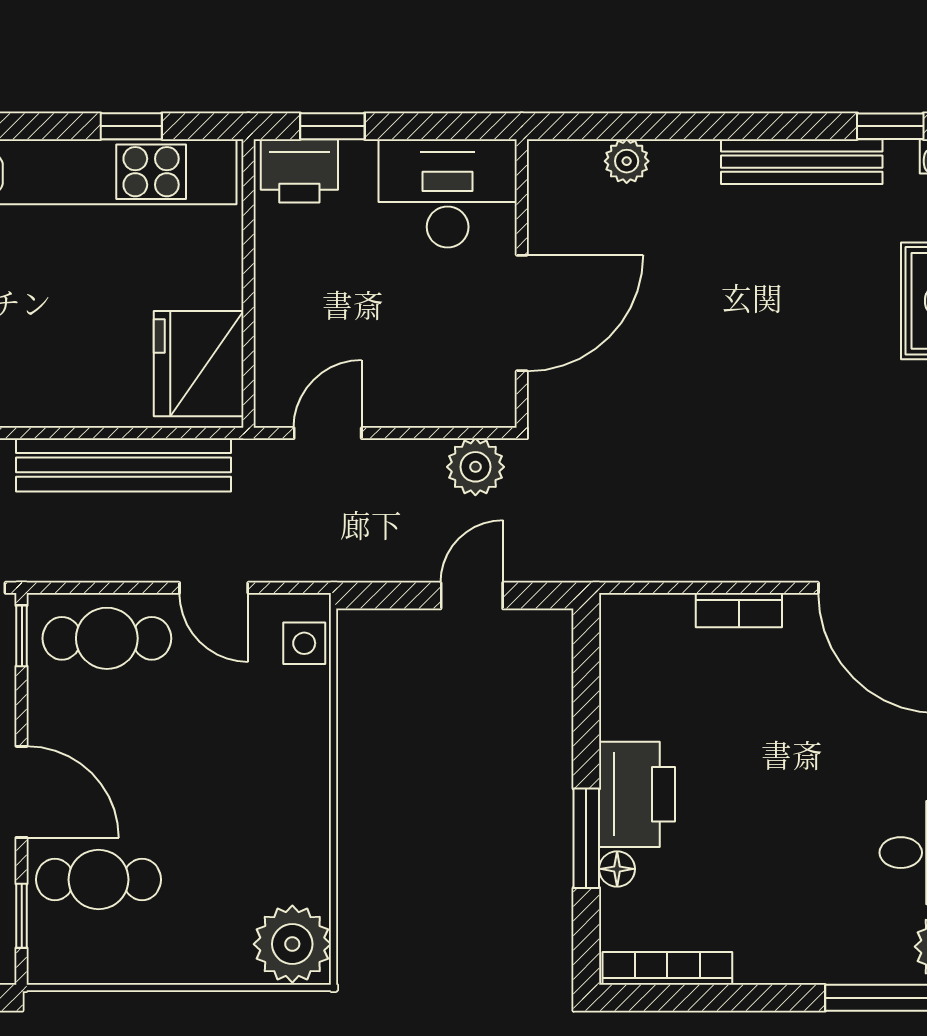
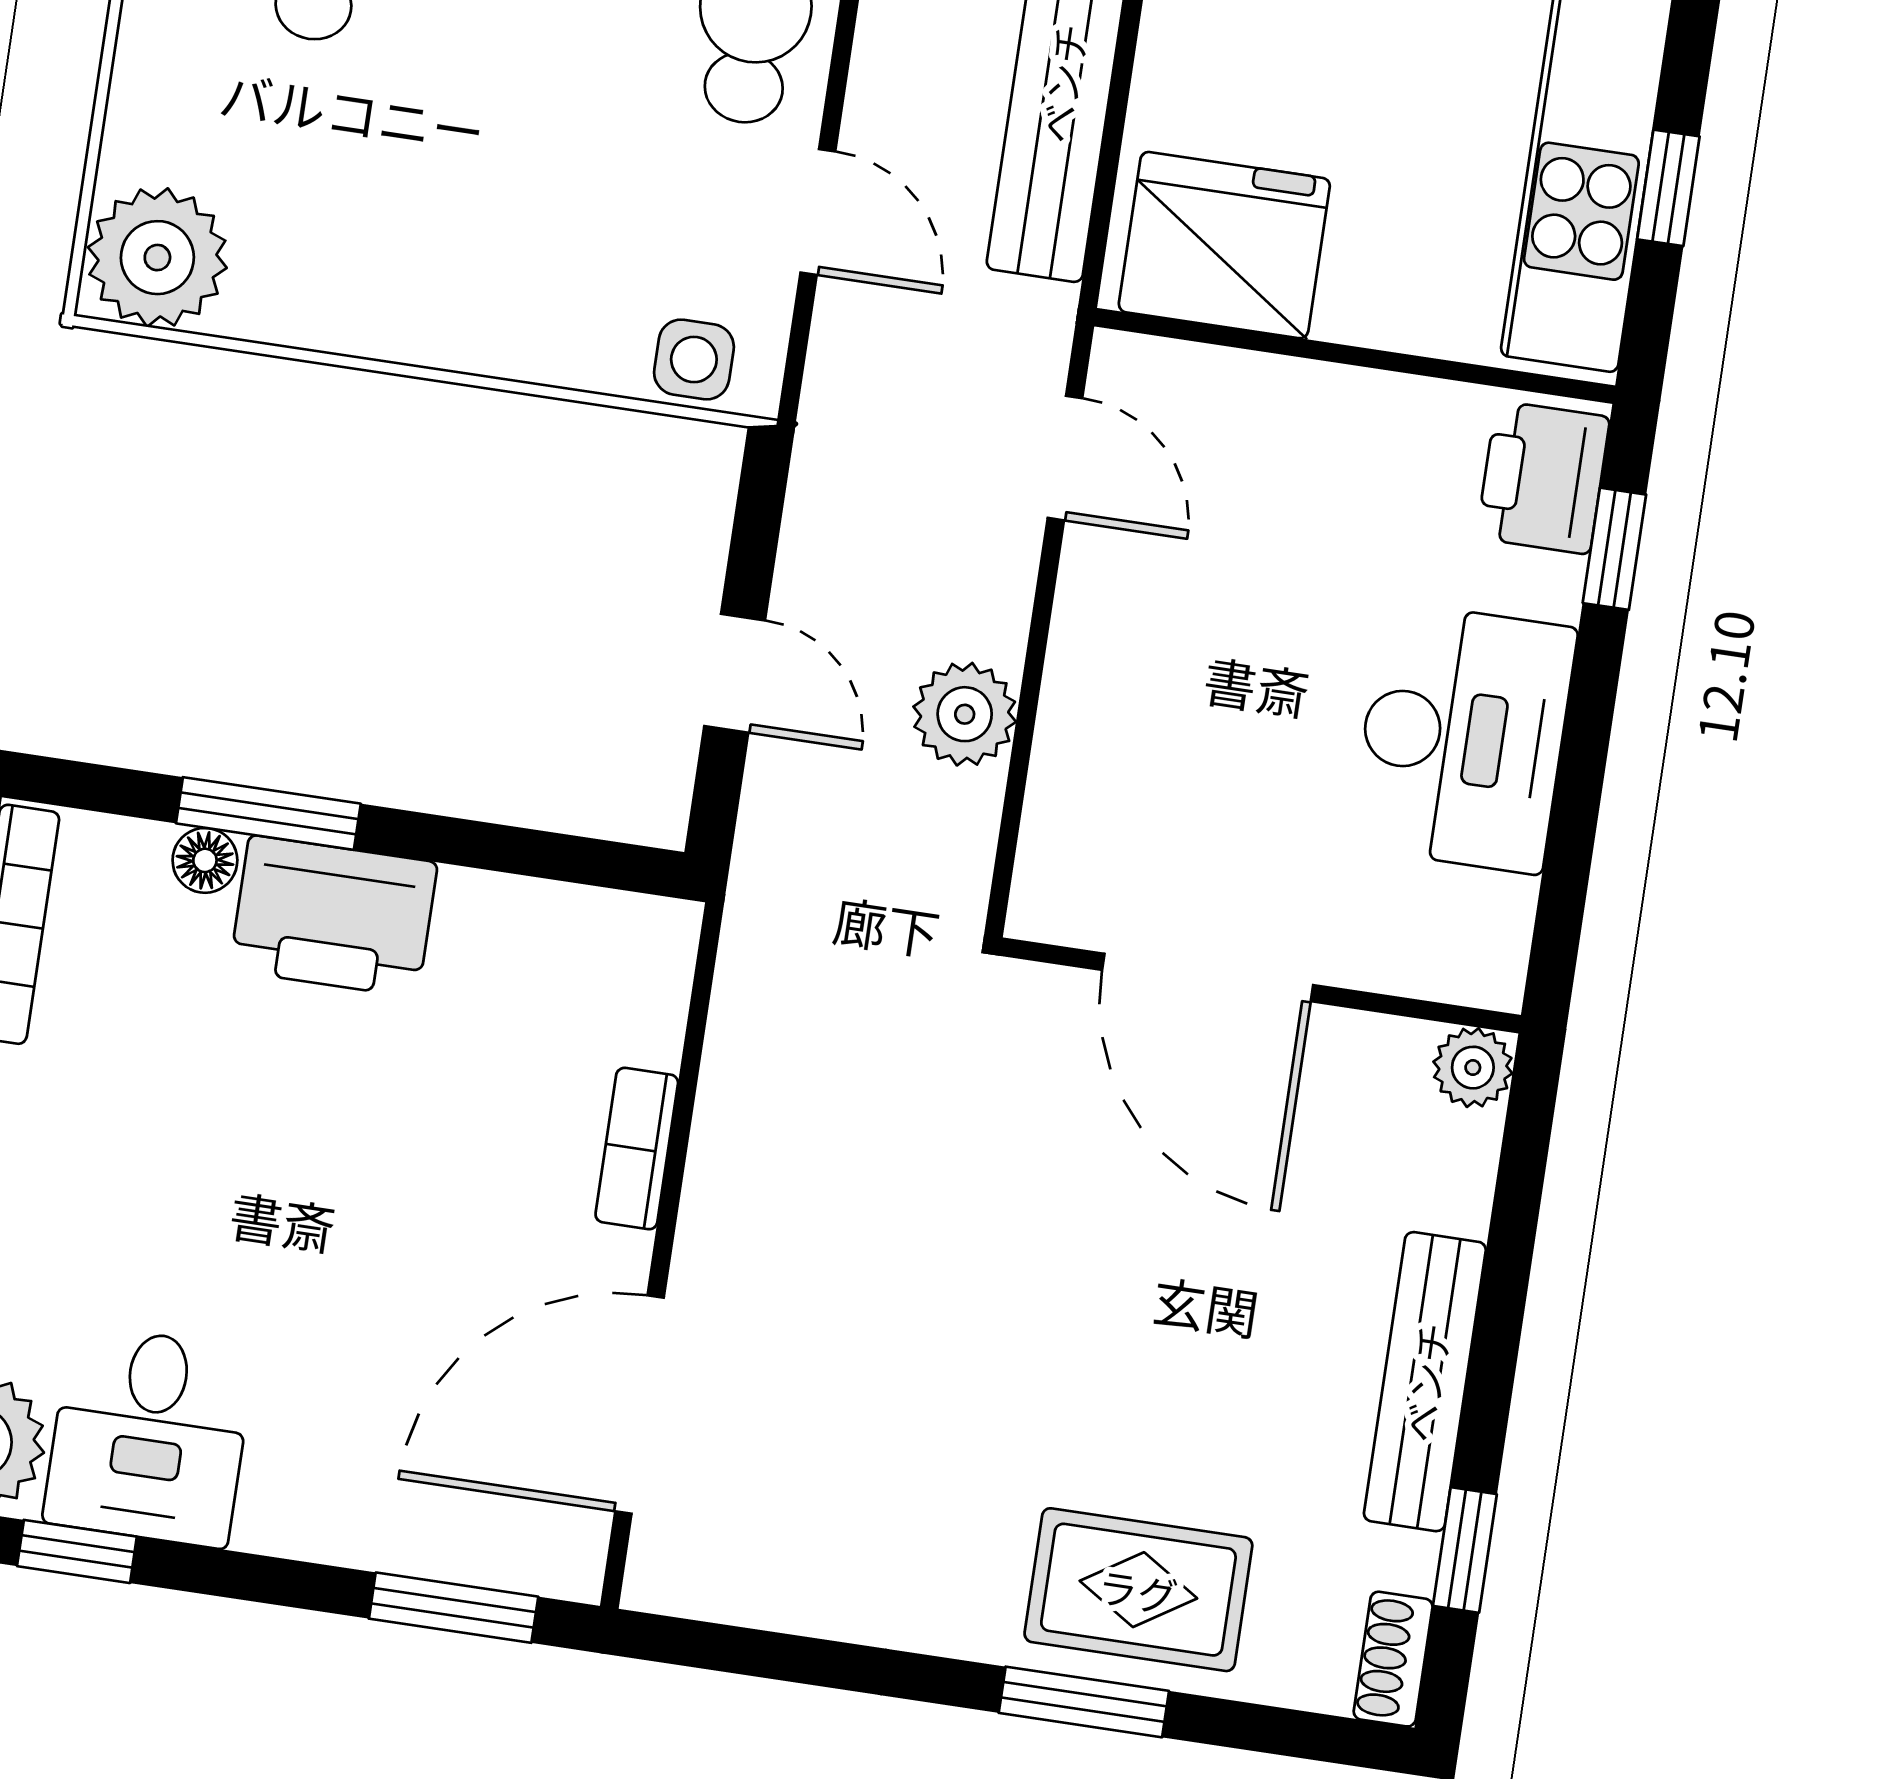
wall: (522, 283) -> (1261, 985), moved
door: (522, 313) -> (1208, 978), moved
door: (214, 588) -> (818, 212), swing flipped

